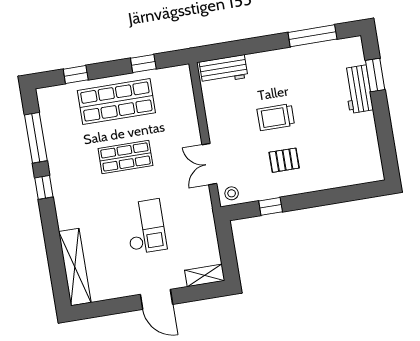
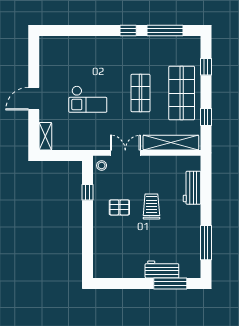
workbench: (224, 70) -> (192, 188), moved
window: (375, 75) -> (170, 283), width x1.44
pallet: (284, 160) -> (119, 207), turned 90
shelving: (75, 267) -> (171, 143), moved

